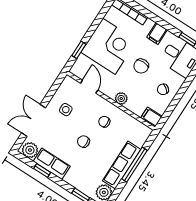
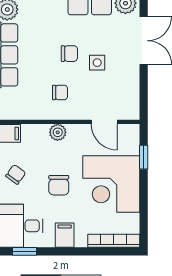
chair: (141, 66) -> (59, 185), turned 180
side table: (66, 110) -> (97, 63), moved

